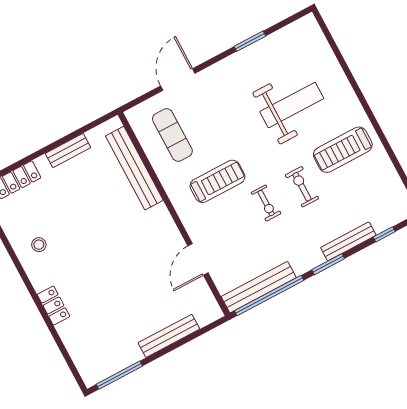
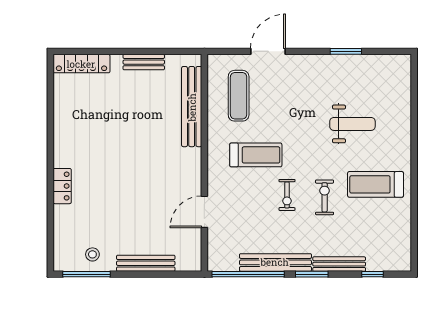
weight bench: (292, 105) -> (352, 124), width x0.73, depth x0.75
stool: (39, 245) -> (92, 254), moved
bench: (259, 287) -> (275, 262), moved

